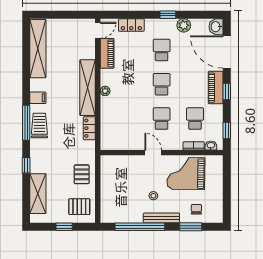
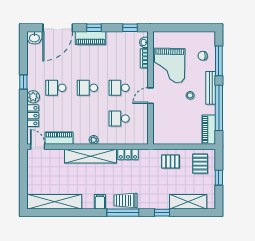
plant: (184, 25) -> (33, 97), moved
school desk: (195, 119) -> (119, 119), moved
piano: (116, 216) -> (209, 130), added
window: (191, 227) -> (219, 61), width x1.44

